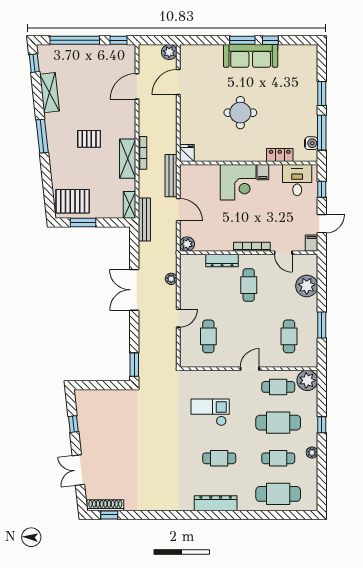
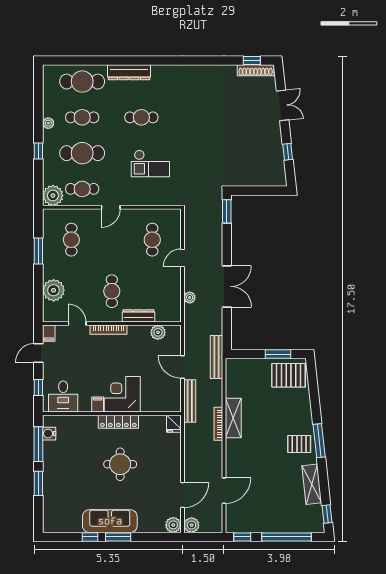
plant: (187, 52) -> (173, 525), added
pallet: (89, 139) -> (299, 444), moved
locker: (280, 155) -> (118, 422), moved, width x1.53
shelving: (129, 205) -> (231, 372), removed
plant: (187, 244) -> (158, 332), moved
dresser: (216, 503) -> (129, 72), moved

